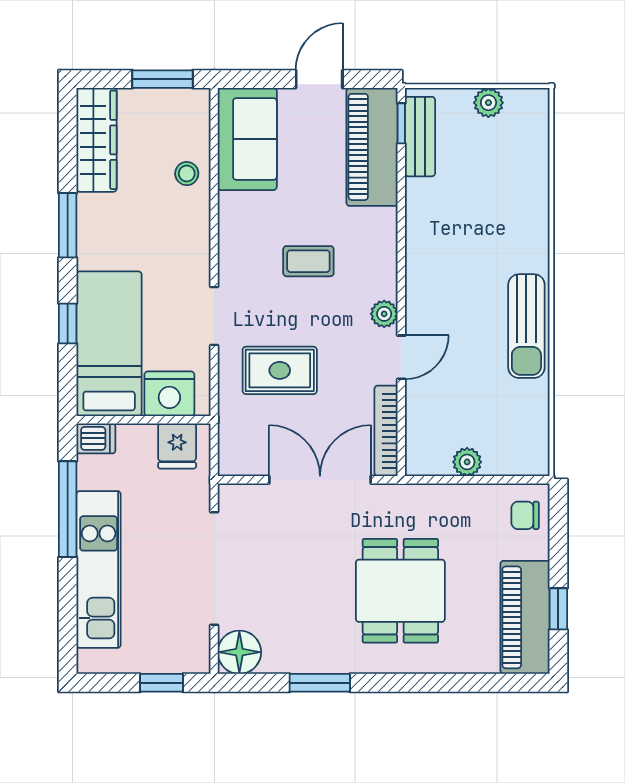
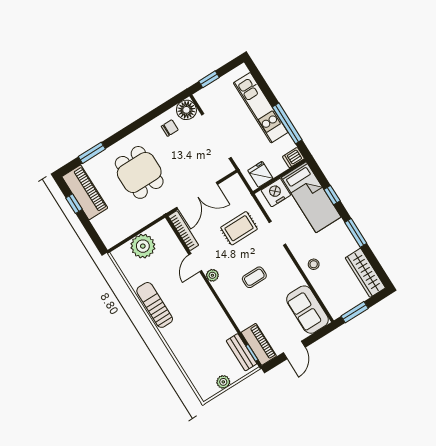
piano: (372, 147) -> (259, 344), width x0.73, depth x0.75
stool: (187, 174) -> (314, 264), moved
plant: (467, 462) -> (143, 246), width x1.88, depth x1.88
chair: (525, 515) -> (170, 128), moved
window: (320, 683) -> (92, 153), moved

